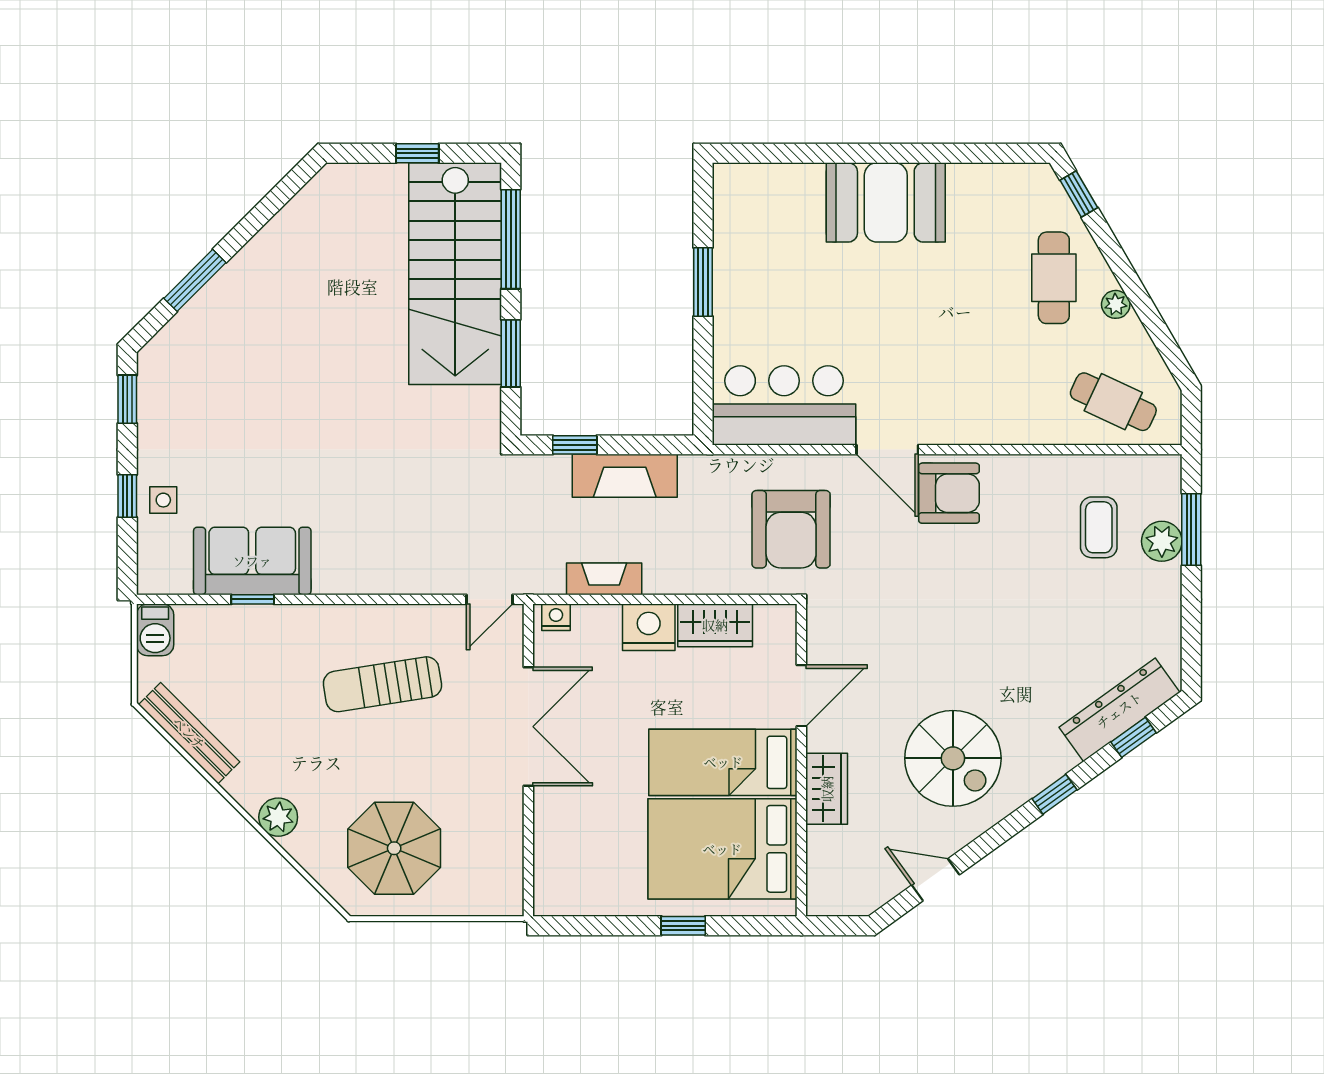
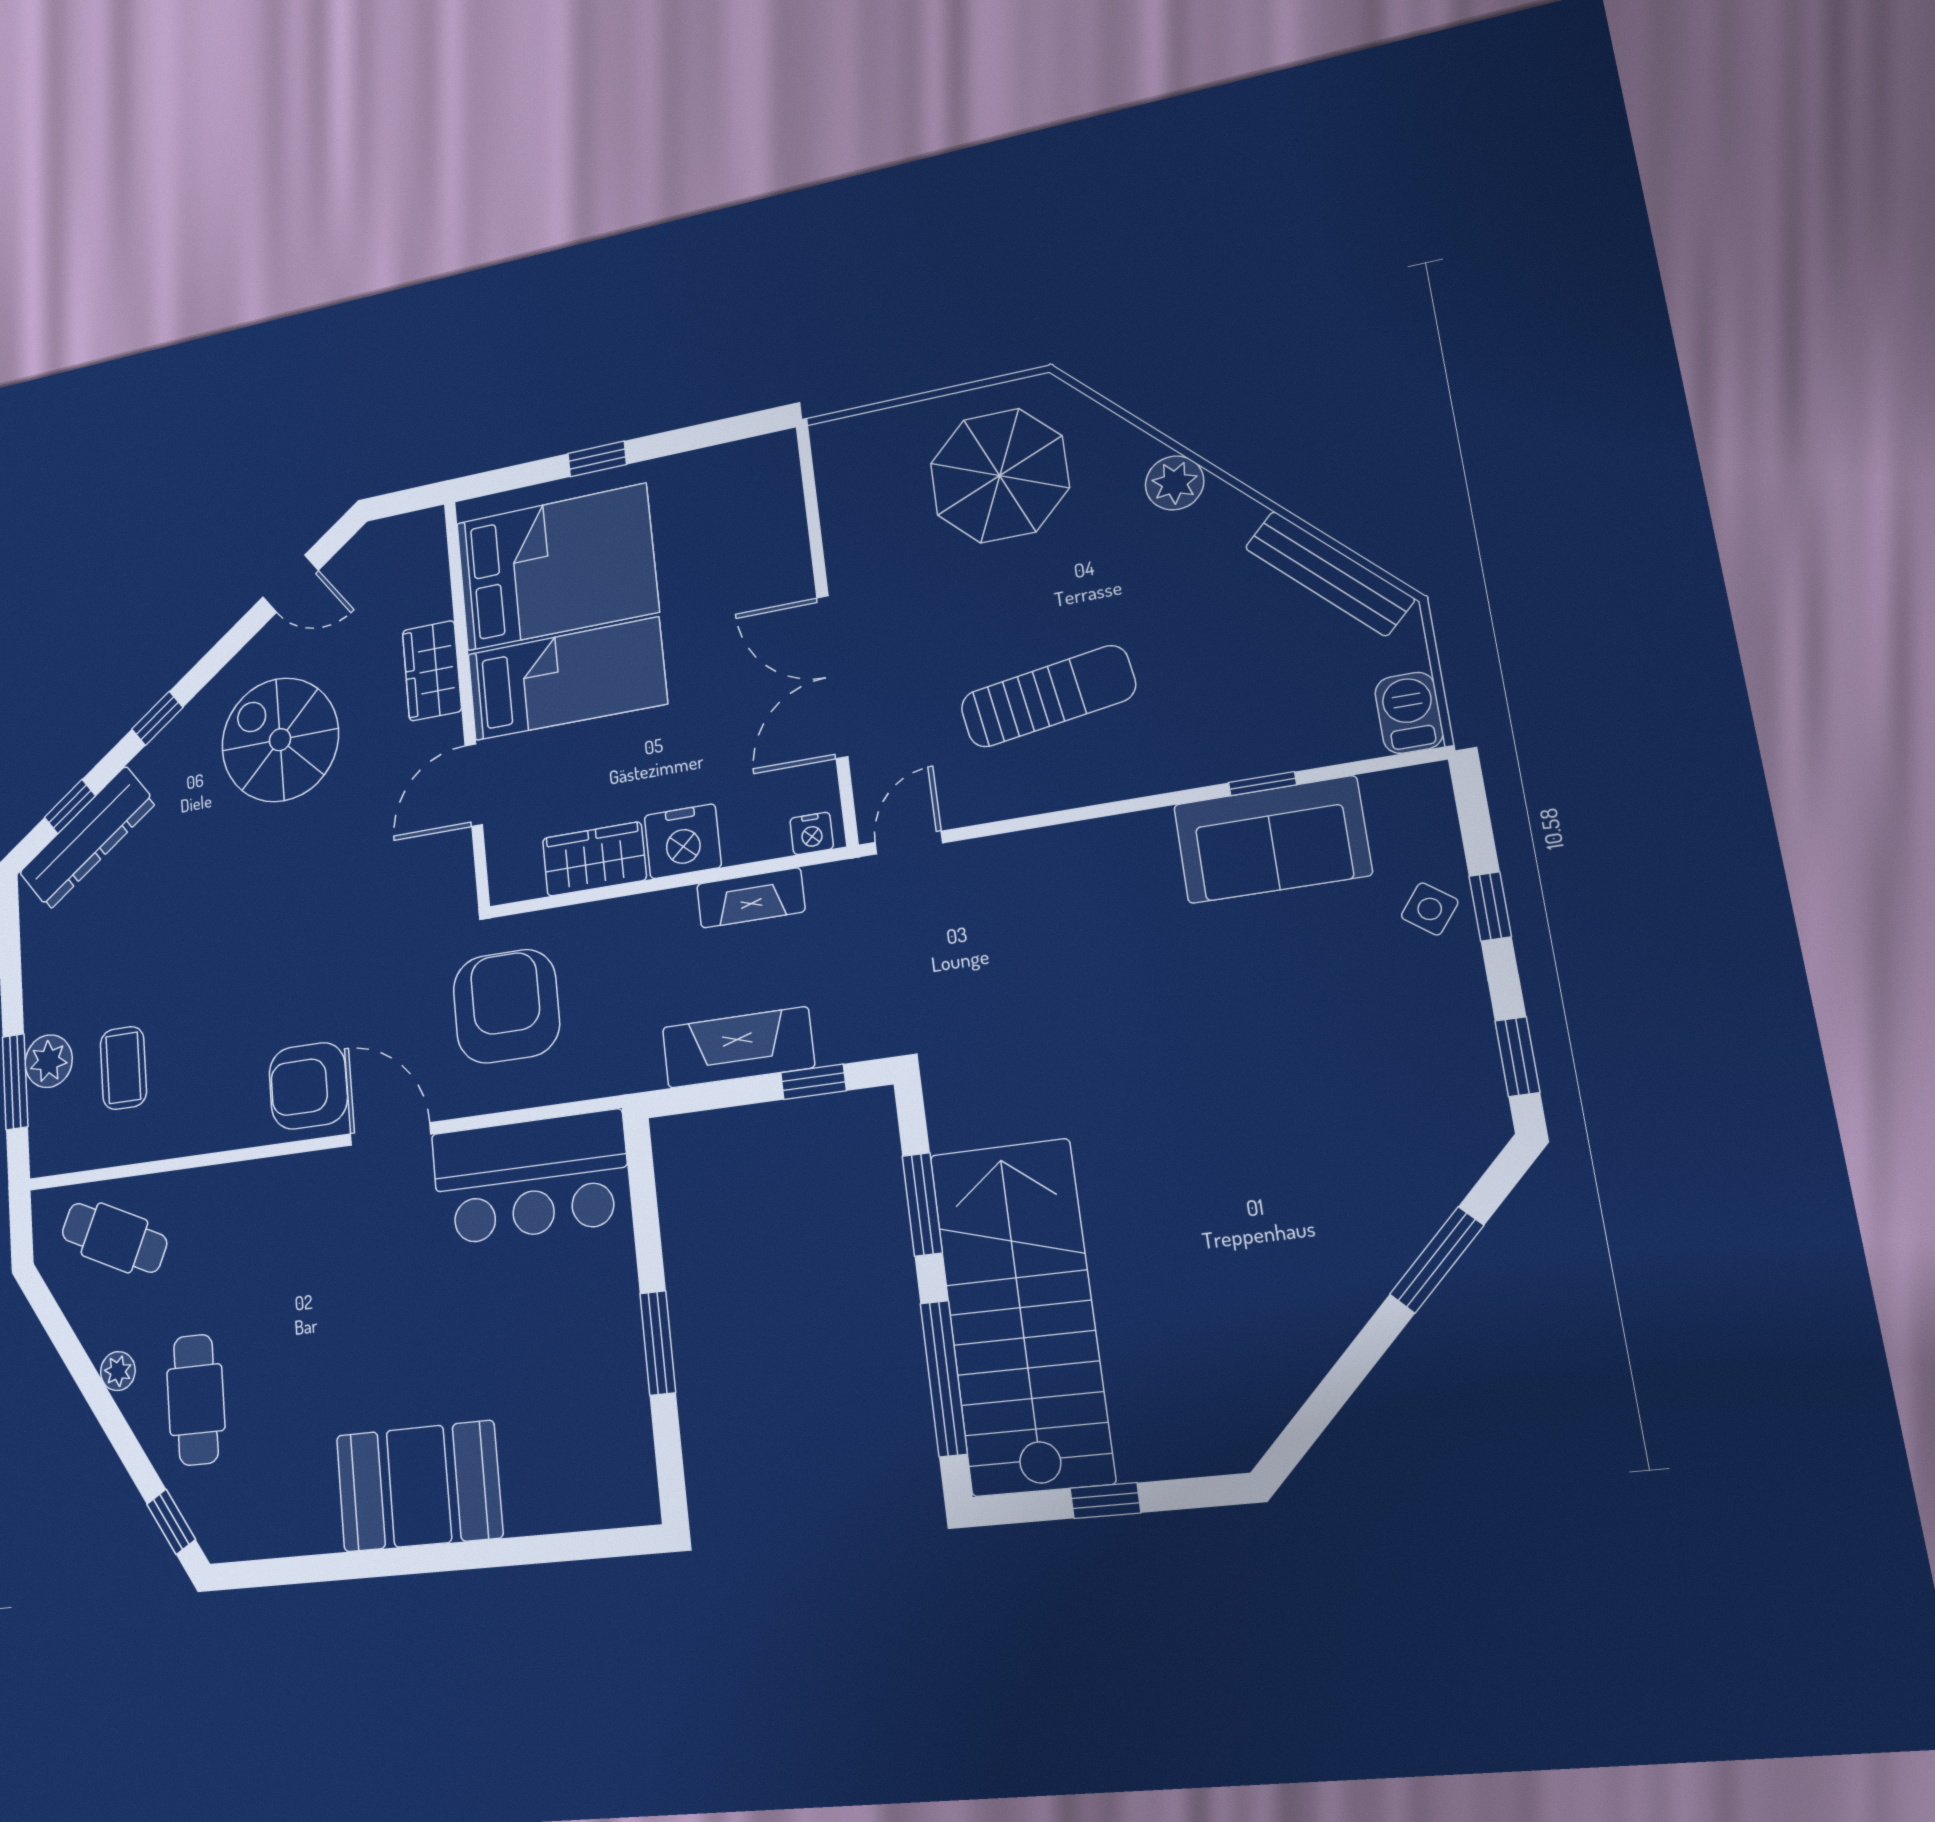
side table: (163, 500) -> (1430, 909), turned 37

